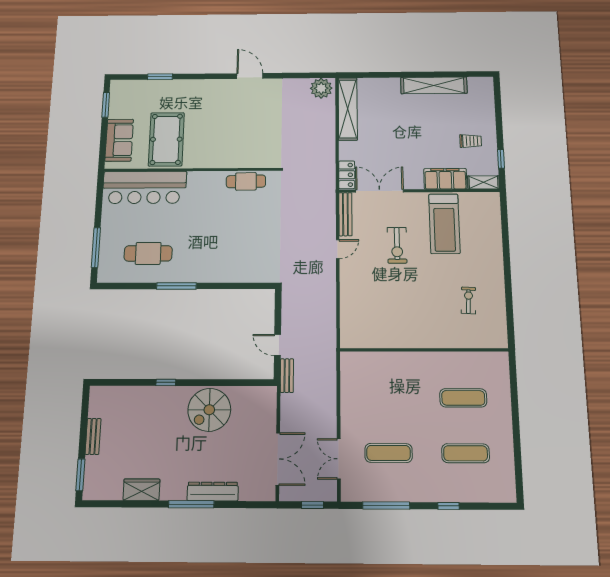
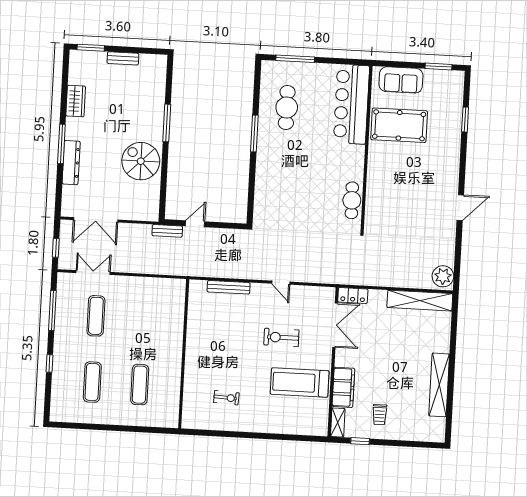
bench: (345, 214) -> (229, 287), moved
window: (166, 382) -> (167, 123), width x2.17

